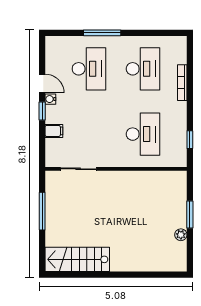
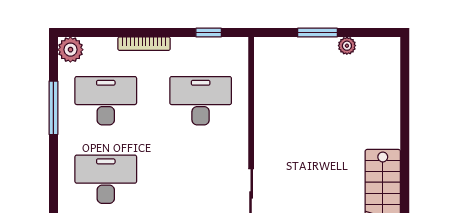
window: (102, 33) -> (53, 108), moved
plant: (178, 45) -> (70, 50), added
bookcase: (182, 83) -> (144, 44), moved

